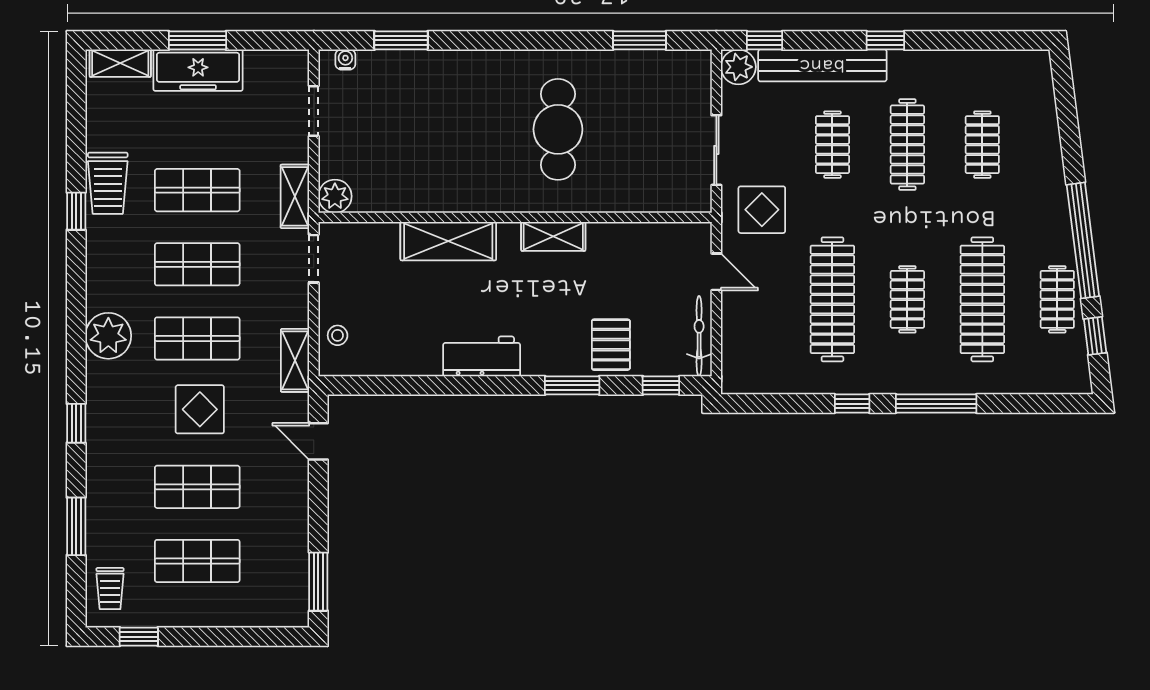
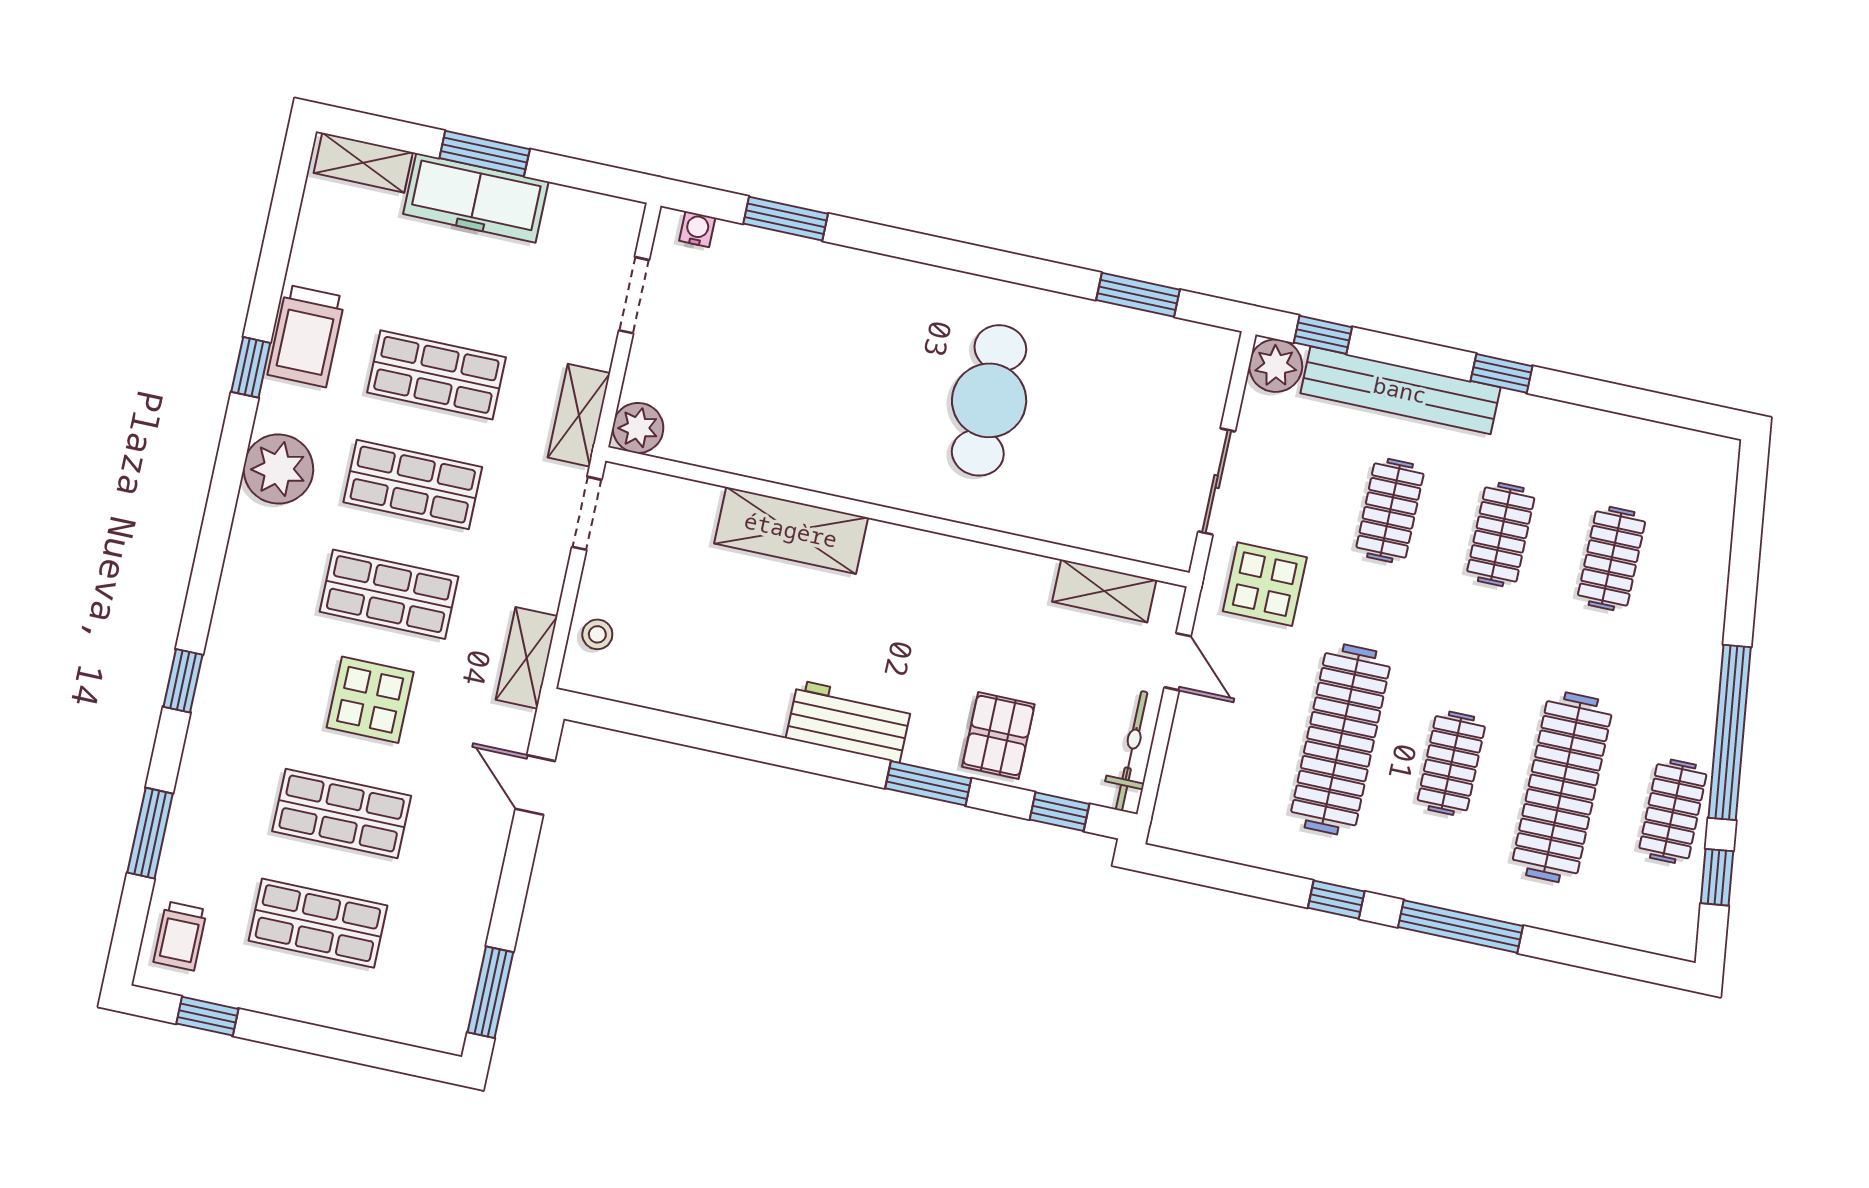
clothes rail: (907, 145) -> (1501, 534), width x0.73
shelving: (553, 236) -> (1104, 591), moved
plant: (108, 336) -> (278, 469), moved
workbench: (482, 356) -> (849, 721), moved

